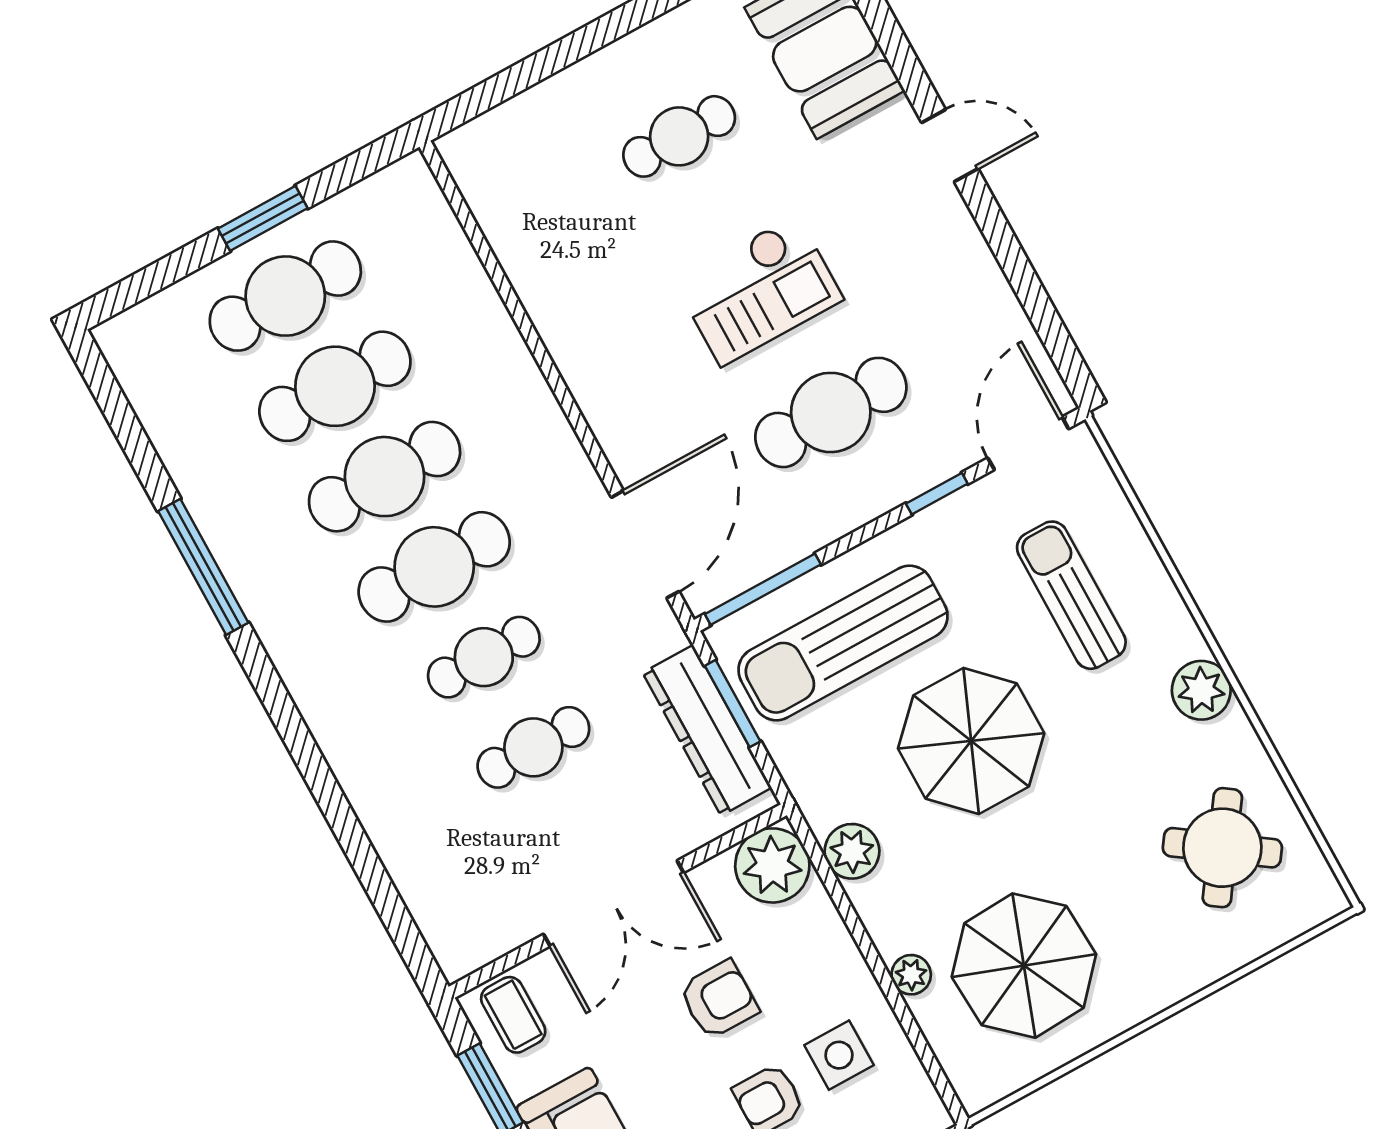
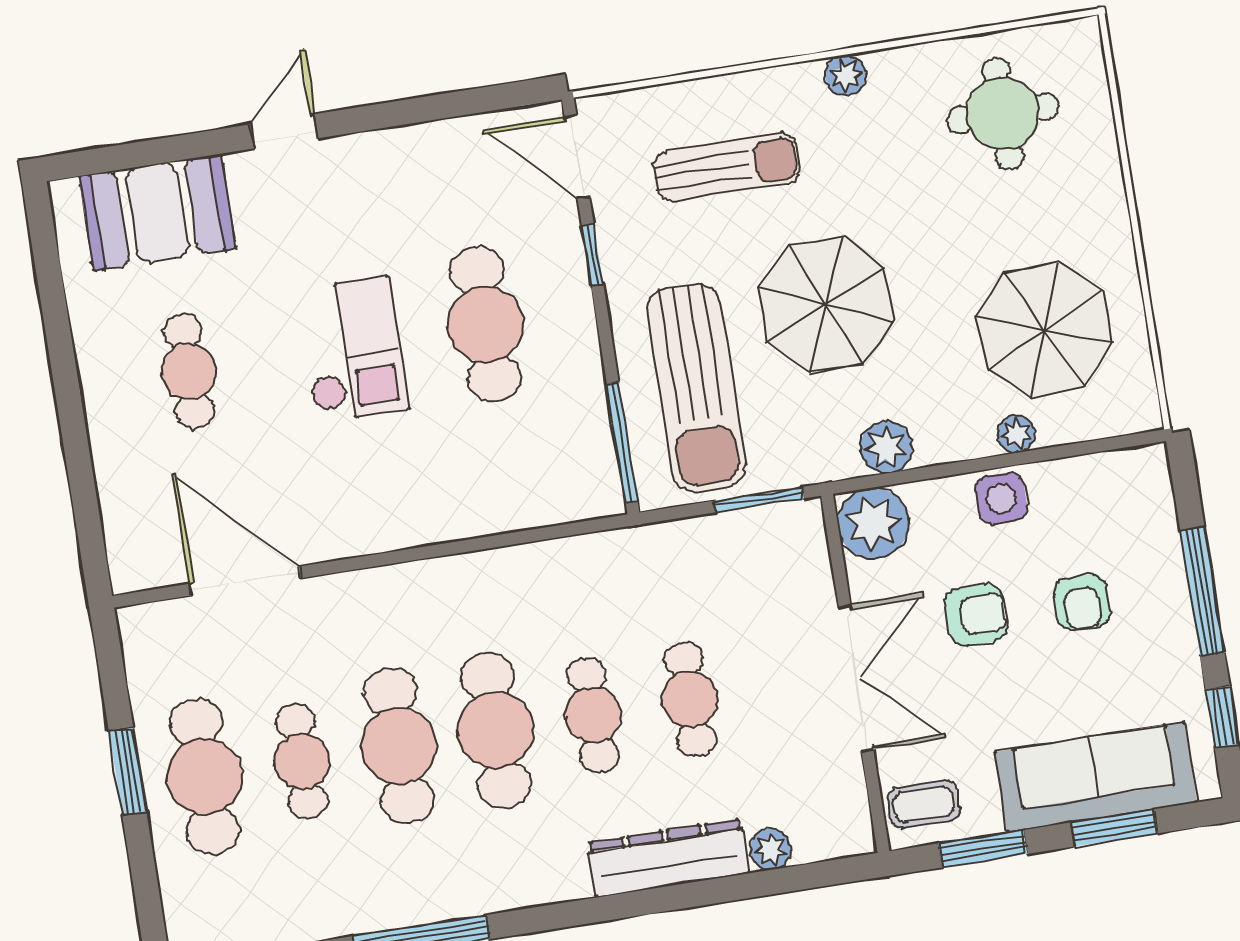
cafe table: (335, 386) -> (302, 761), width x0.73, depth x0.74
door: (645, 544) -> (245, 581), moved
sun lounger: (1071, 595) -> (727, 167), turned 180
plant: (1201, 690) -> (846, 75), width x0.73, depth x0.73
window: (733, 704) -> (759, 500), moved
dresser: (707, 730) -> (668, 858), moved, turned 180
round table: (1222, 848) -> (1003, 113), turned -35
plant: (414, 880) -> (770, 849), added
armchair: (719, 1000) -> (976, 615), turned 90
side table: (839, 1055) -> (1001, 498), moved

